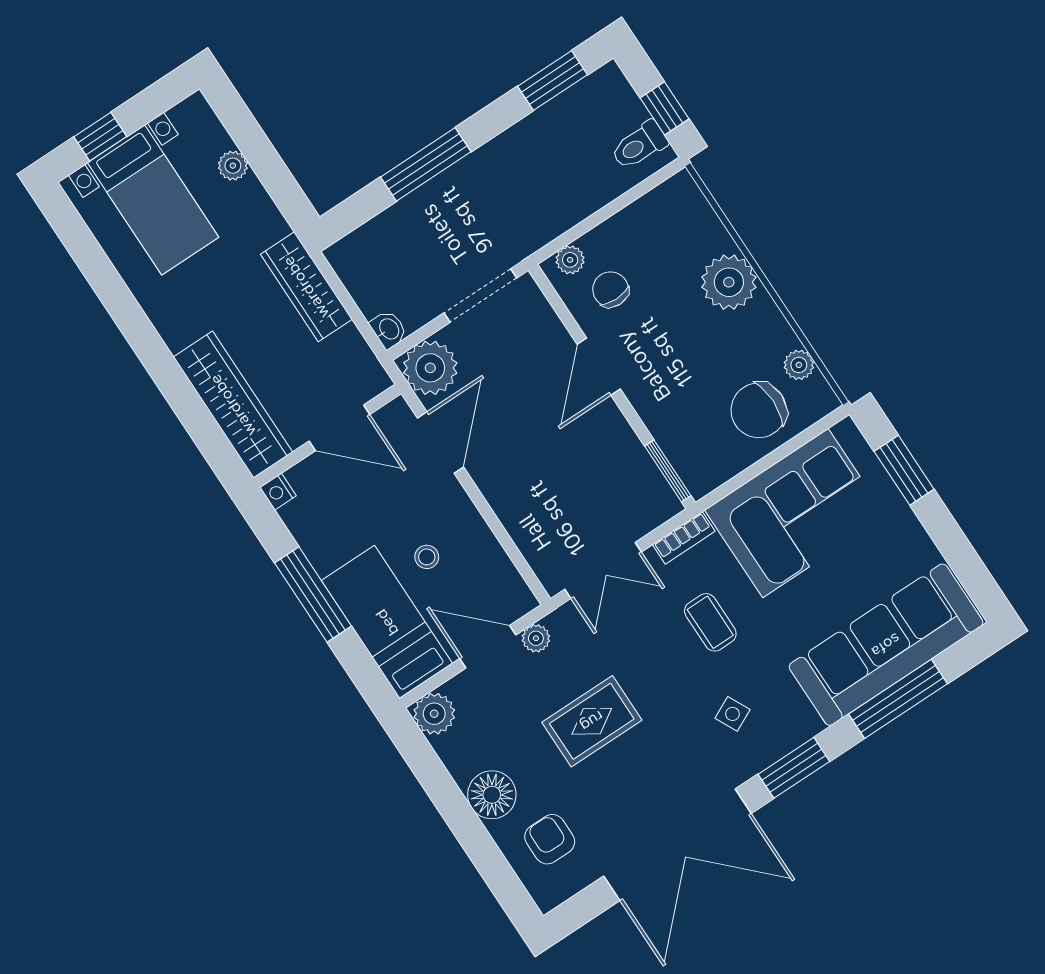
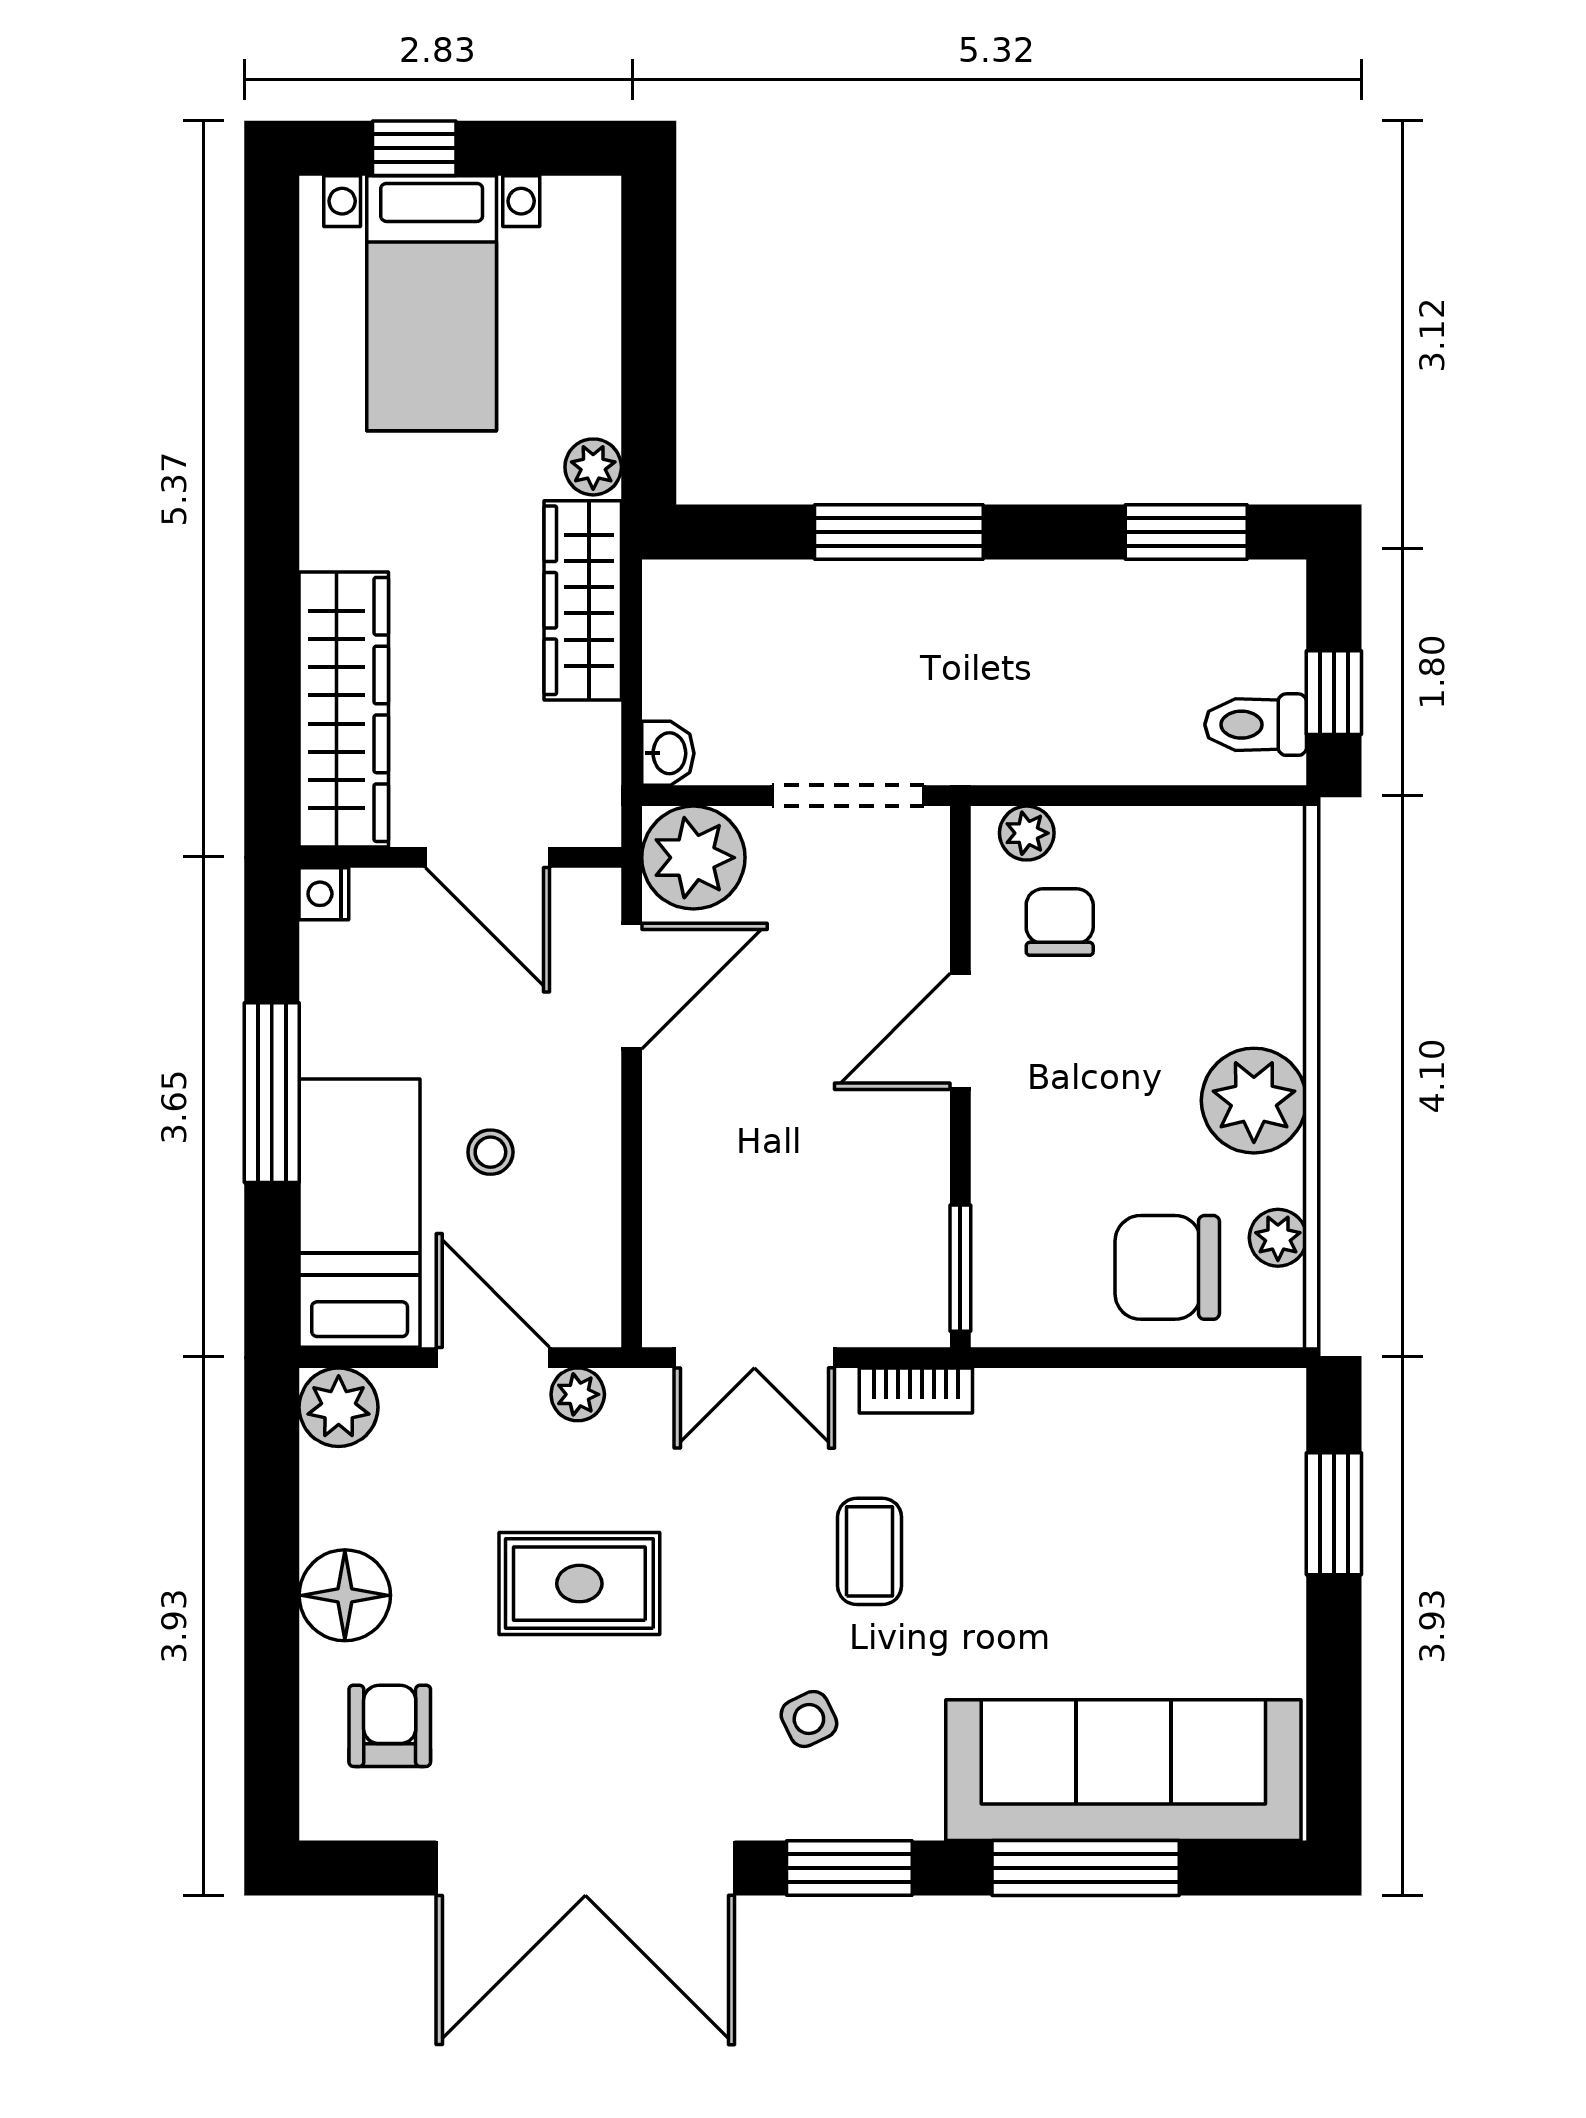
plant: (233, 166) -> (593, 467), moved
plant: (729, 282) -> (1254, 1101), moved
corner sofa: (795, 513) -> (1118, 1468), removed

